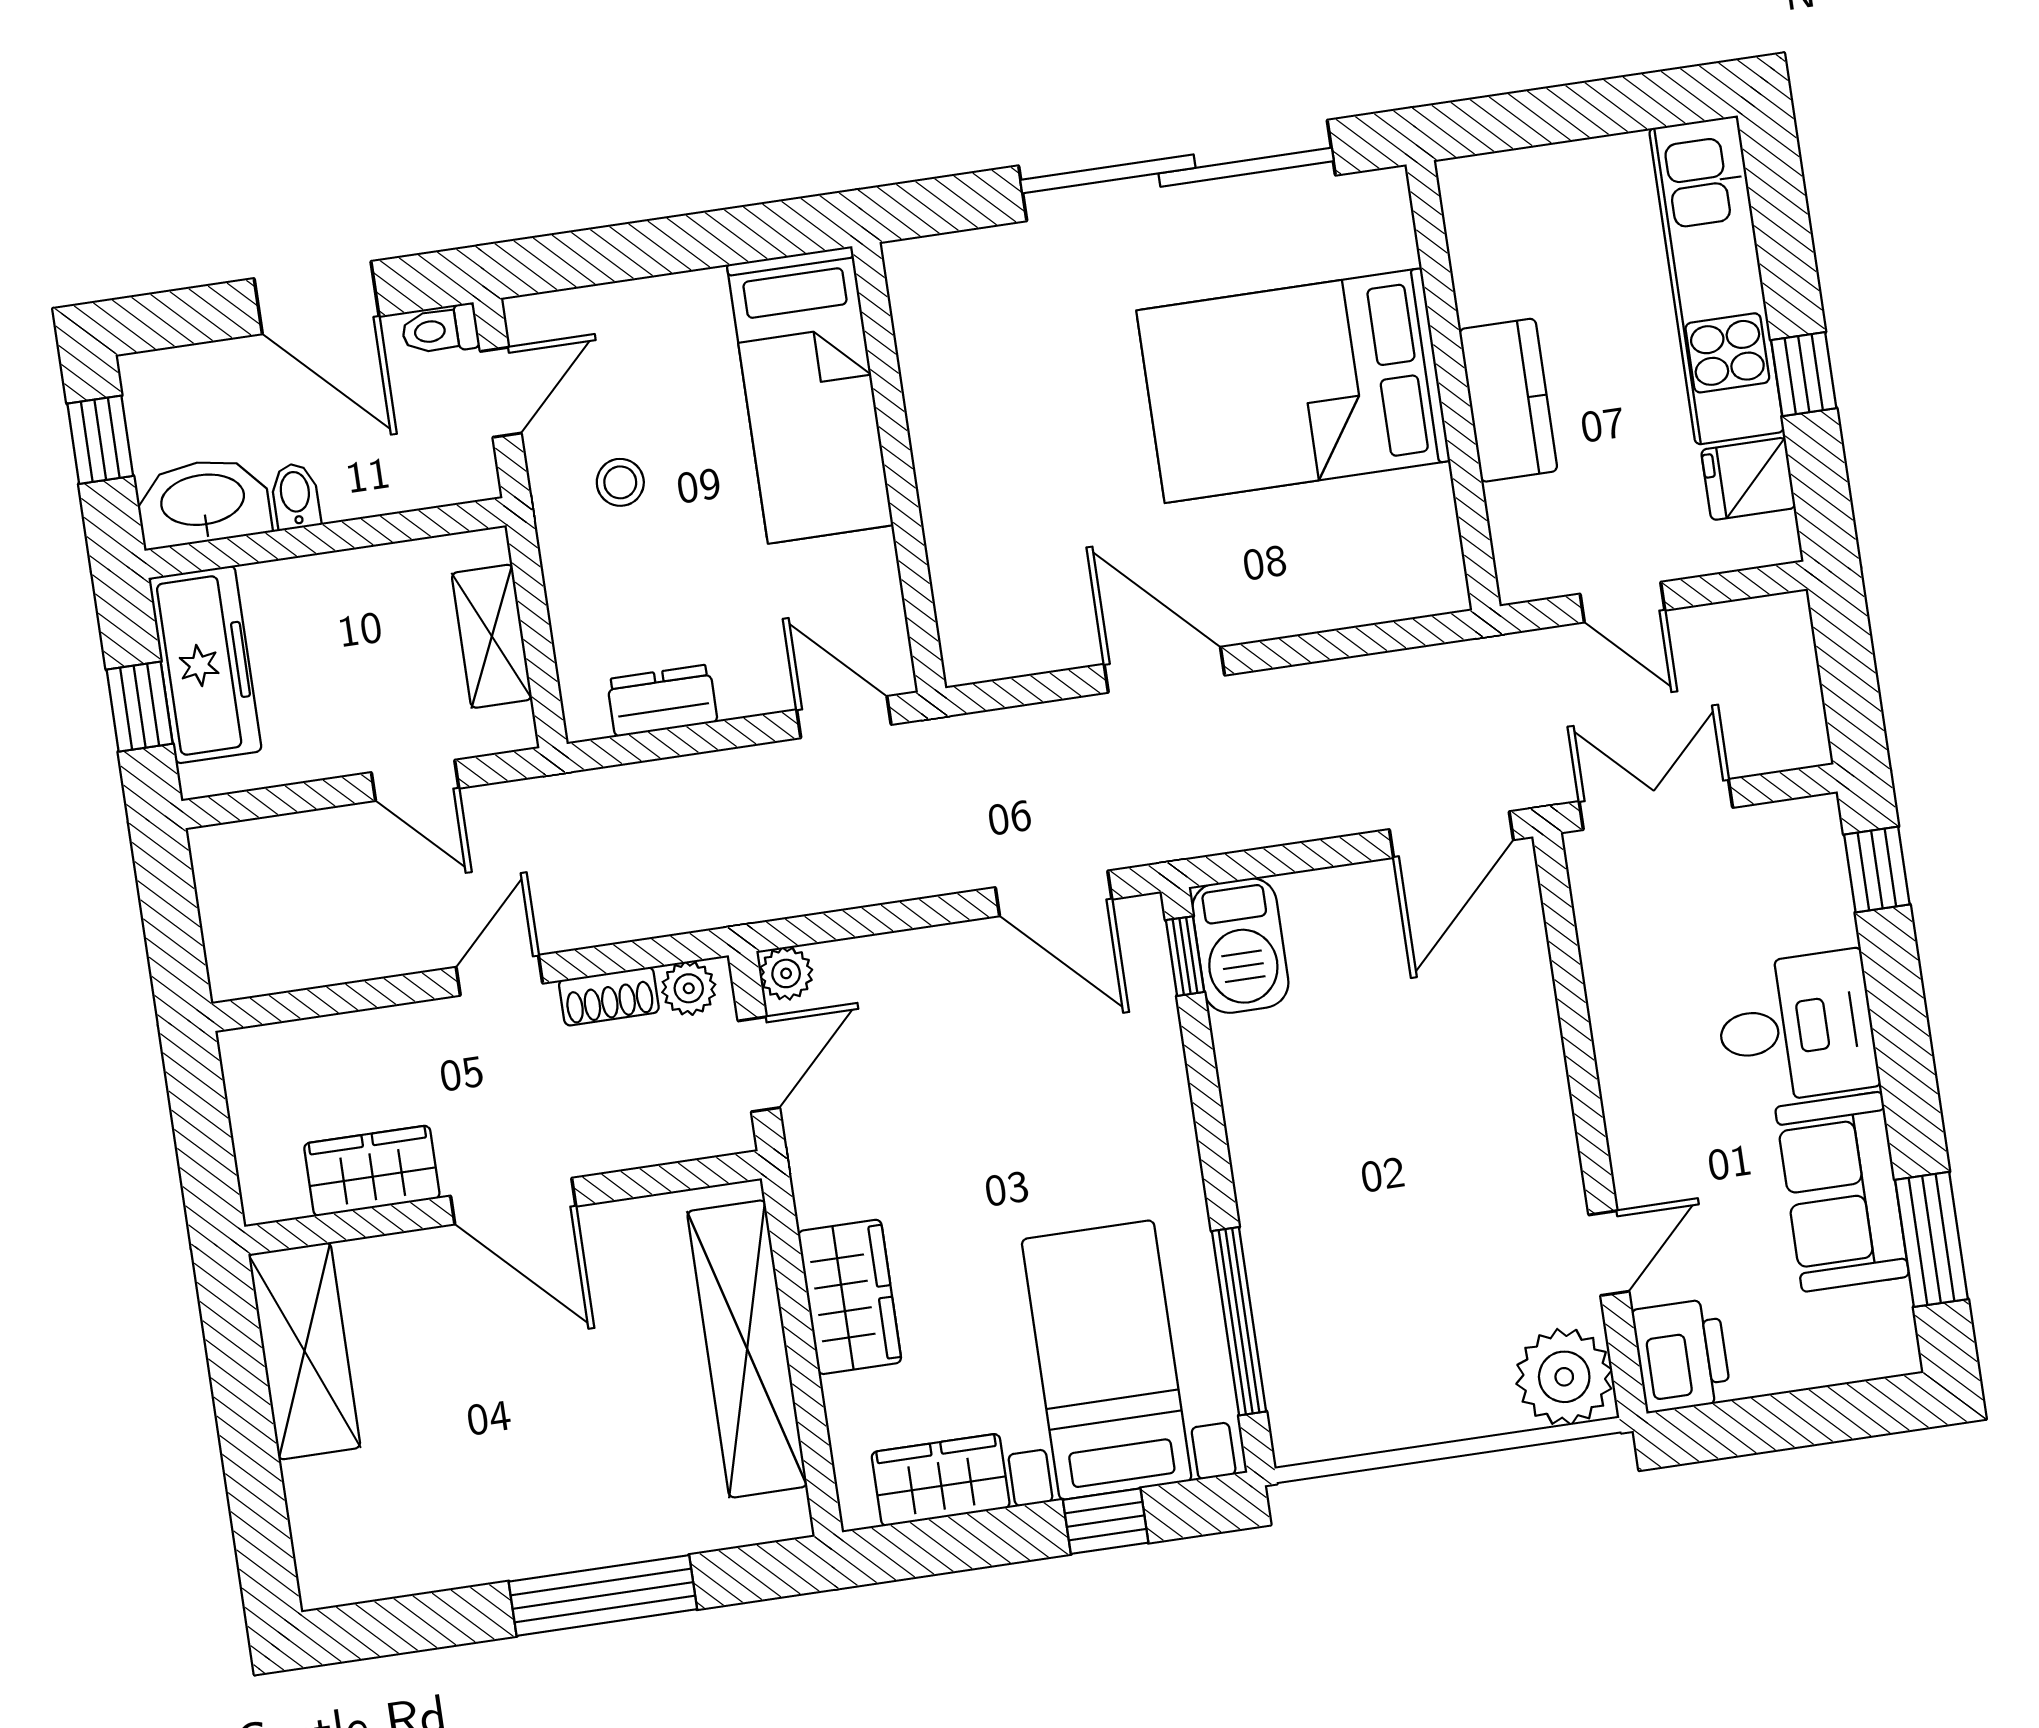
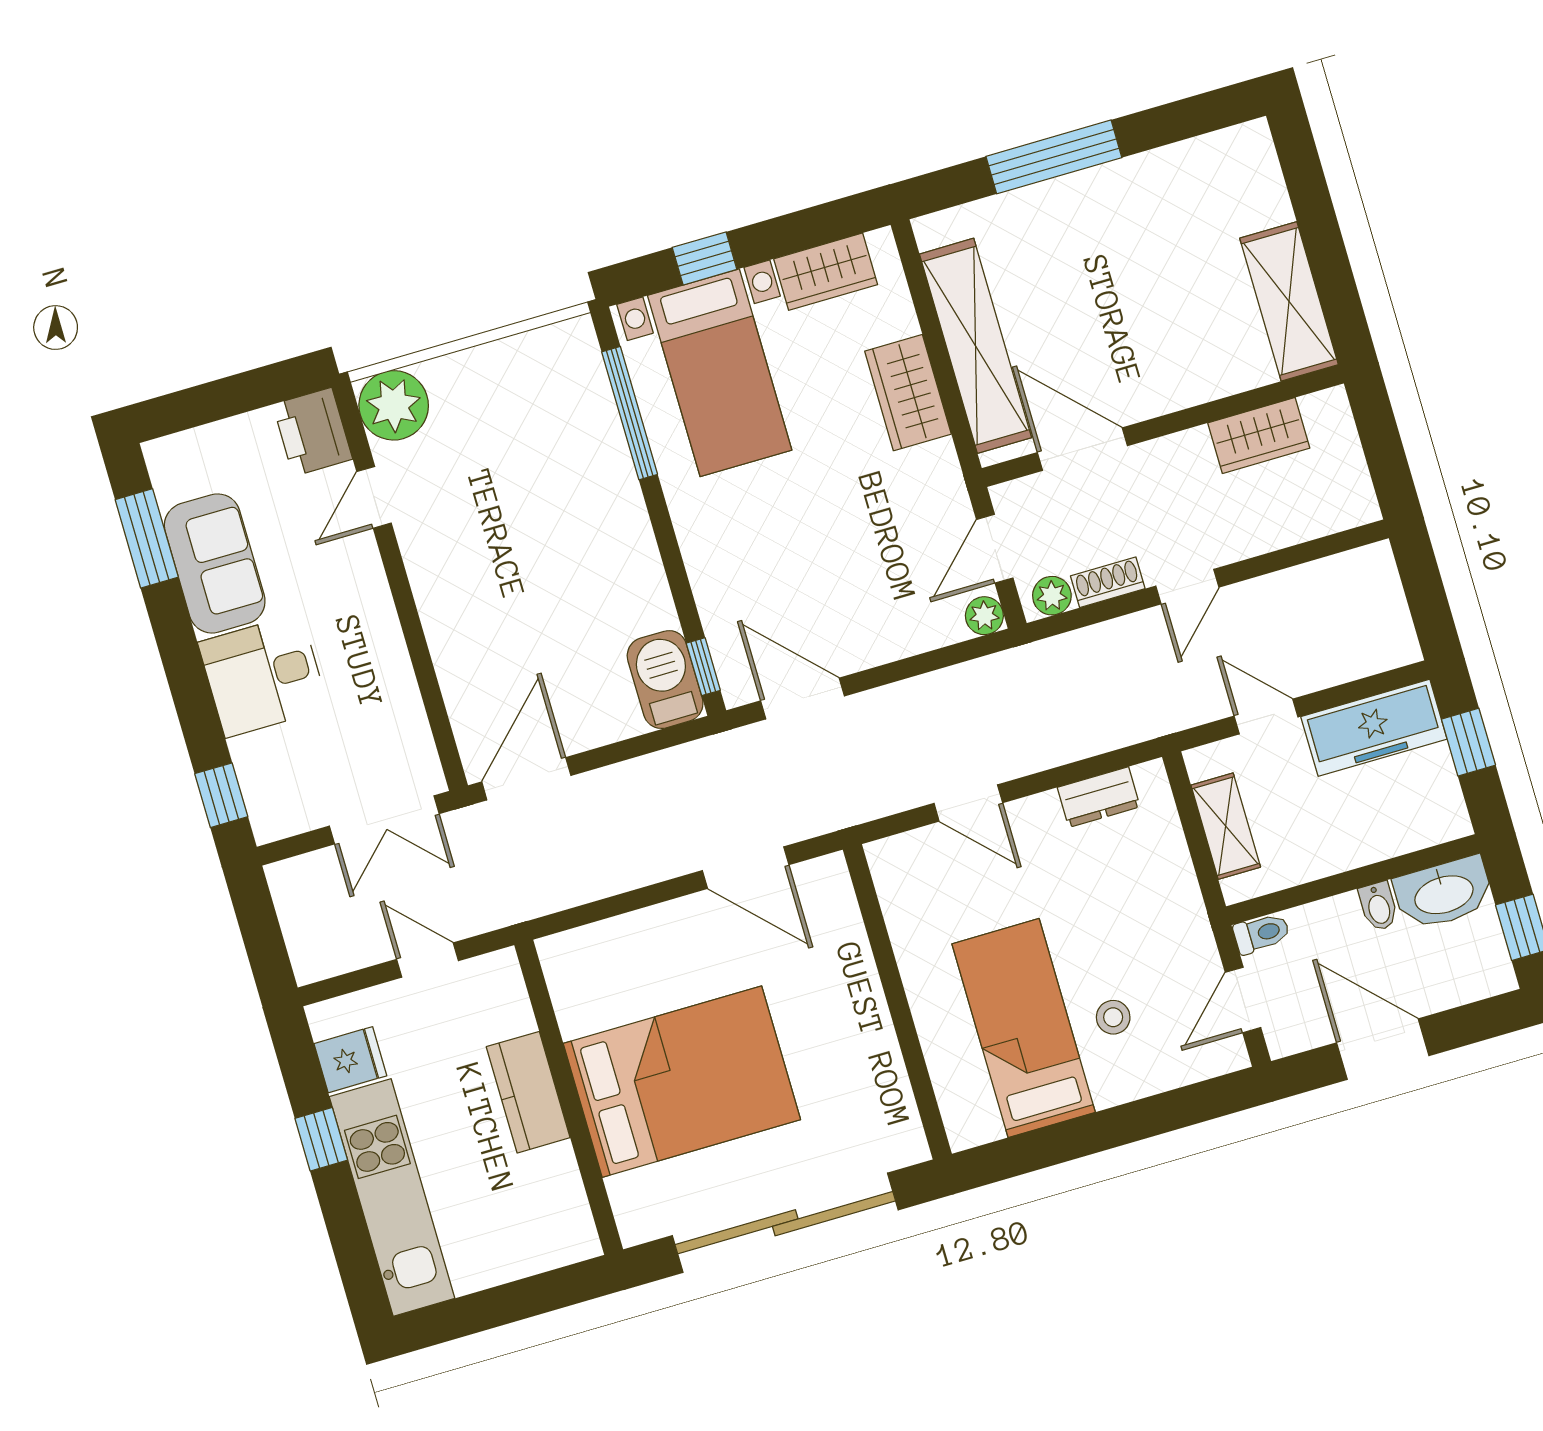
toilet: (440, 330) -> (1262, 933), moved
wall: (899, 467) -> (897, 1002), moved
stool: (620, 482) -> (1113, 1017), moved
freezer: (205, 665) -> (1374, 728), moved, turned -90
door: (513, 1201) -> (1082, 449), moved

